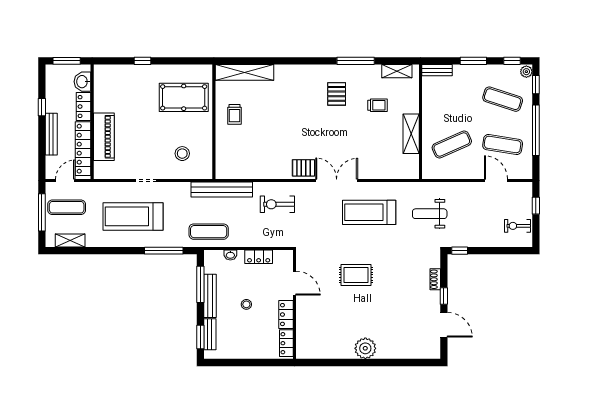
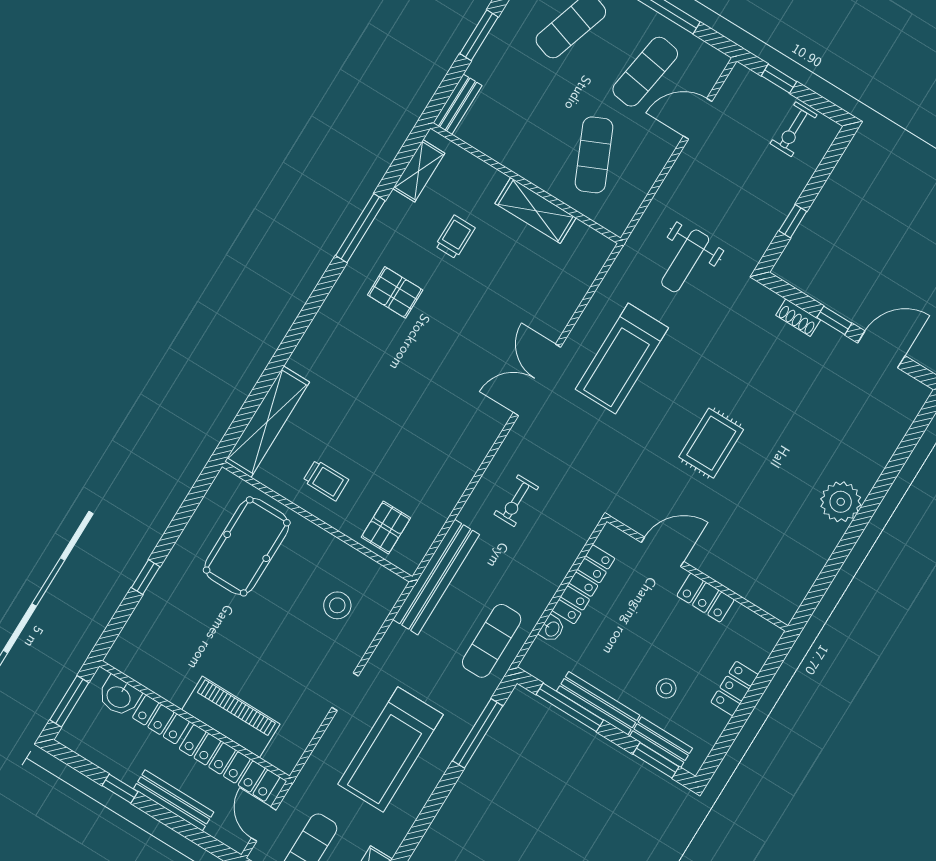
pallet: (304, 168) -> (386, 528), moved
exercise bike: (277, 204) -> (516, 501), width x0.73, depth x0.72
window: (460, 251) -> (793, 221), moved
locker: (259, 257) -> (583, 584), width x1.53
stool: (246, 304) -> (666, 688), moved
locker: (286, 343) -> (734, 688), moved, turned 90

